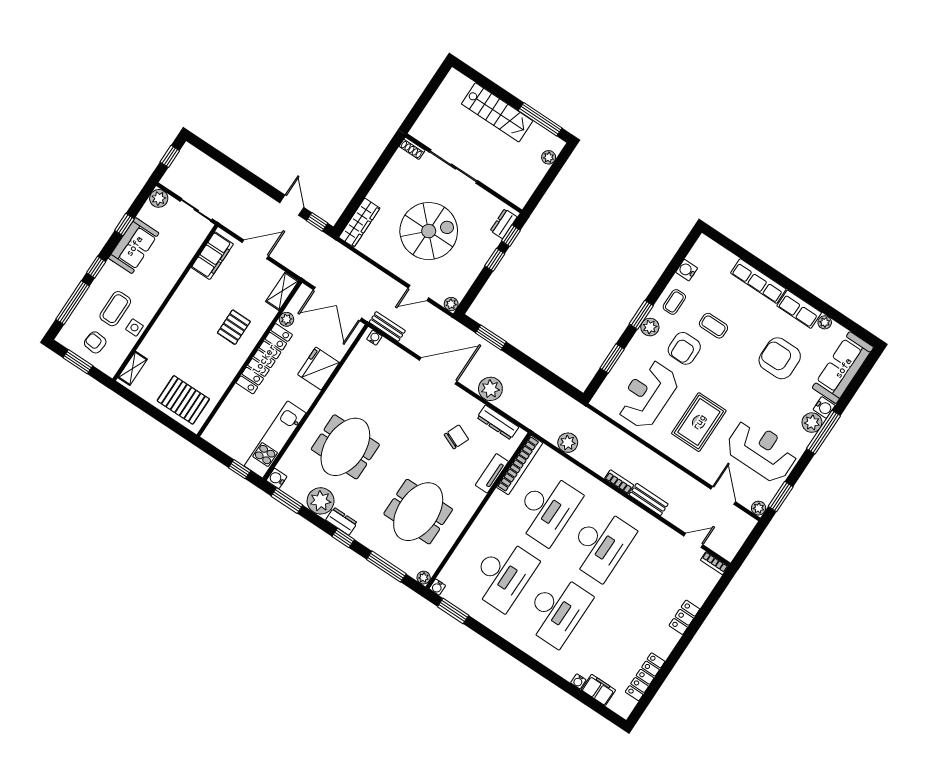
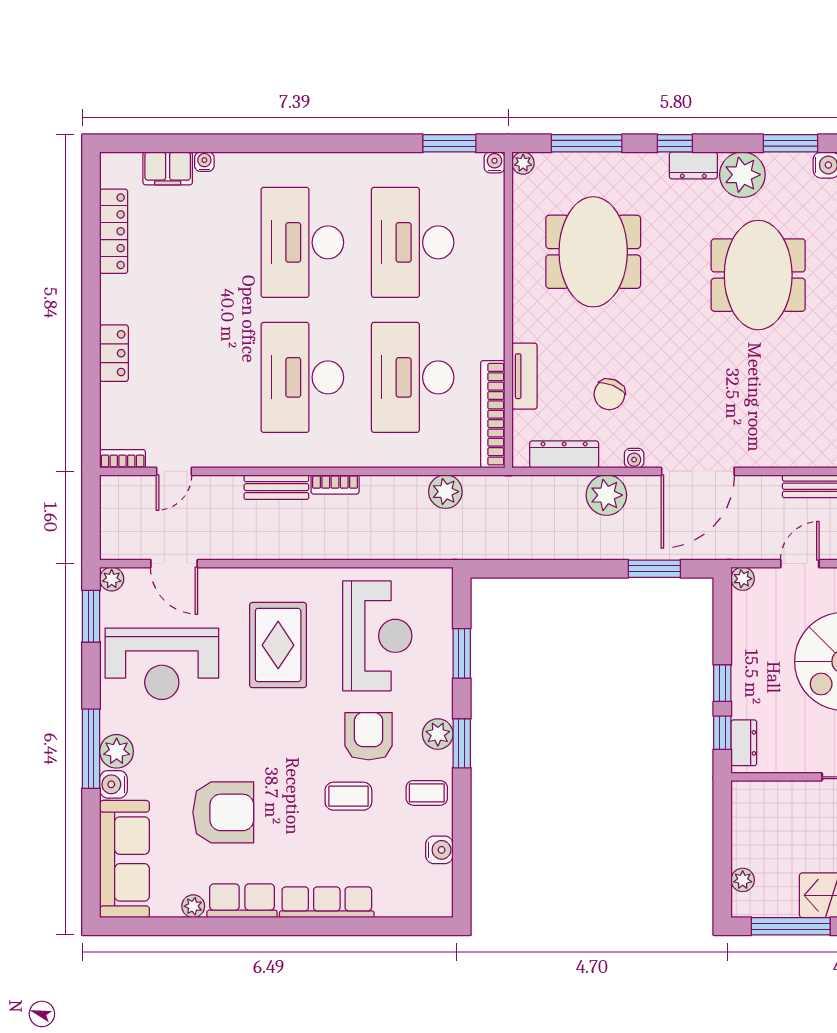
coffee table: (674, 302) -> (427, 793), turned 90
water cooler: (374, 338) -> (634, 458), moved

